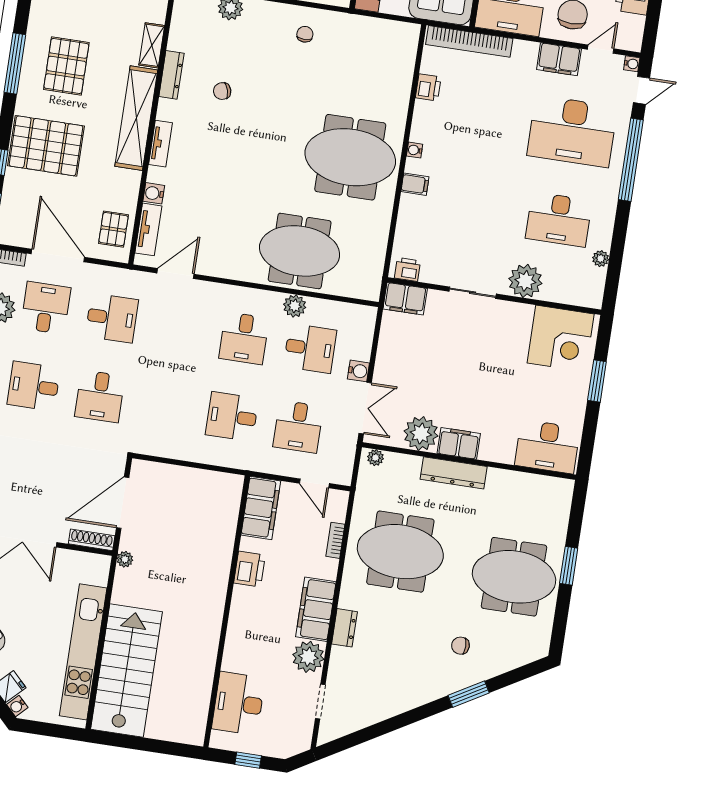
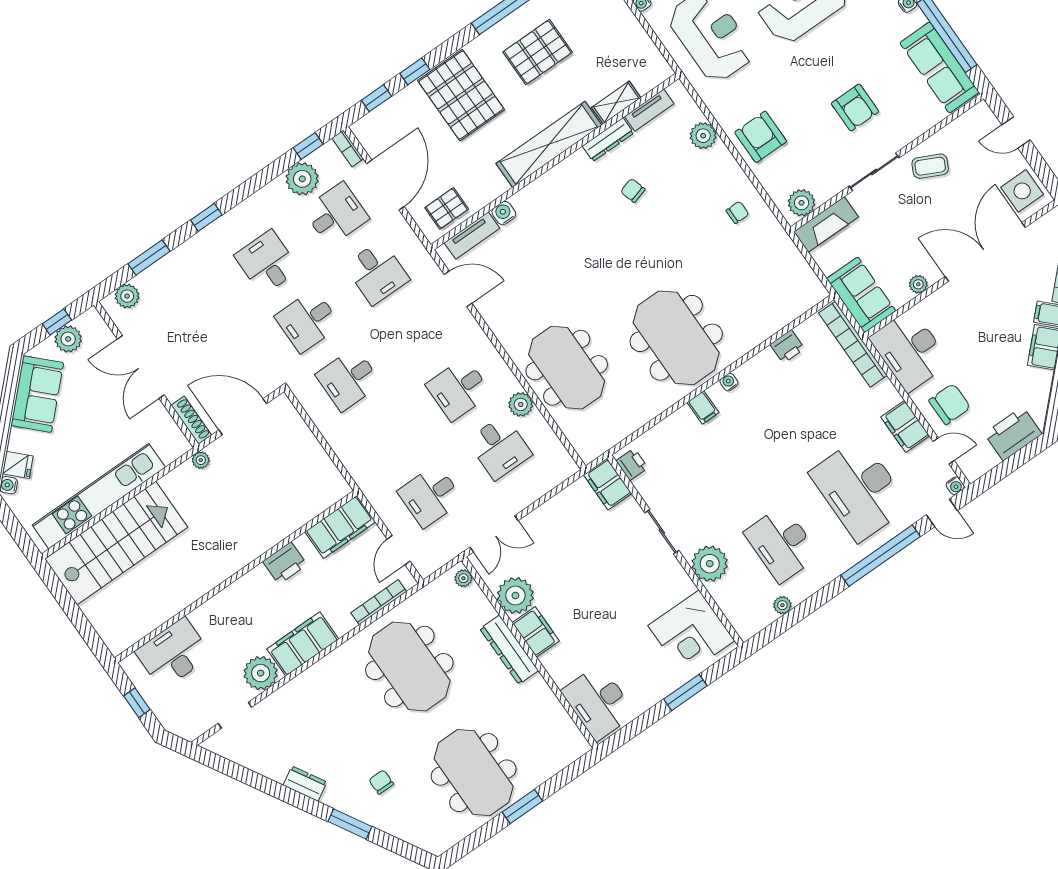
tv unit: (160, 144) -> (649, 110), moved
water cooler: (358, 371) -> (518, 501), removed
desk: (232, 417) -> (349, 379), moved, turned -90
bookcase: (335, 540) -> (379, 602), width x1.56
dresser: (344, 628) -> (305, 784), moved, turned -120

